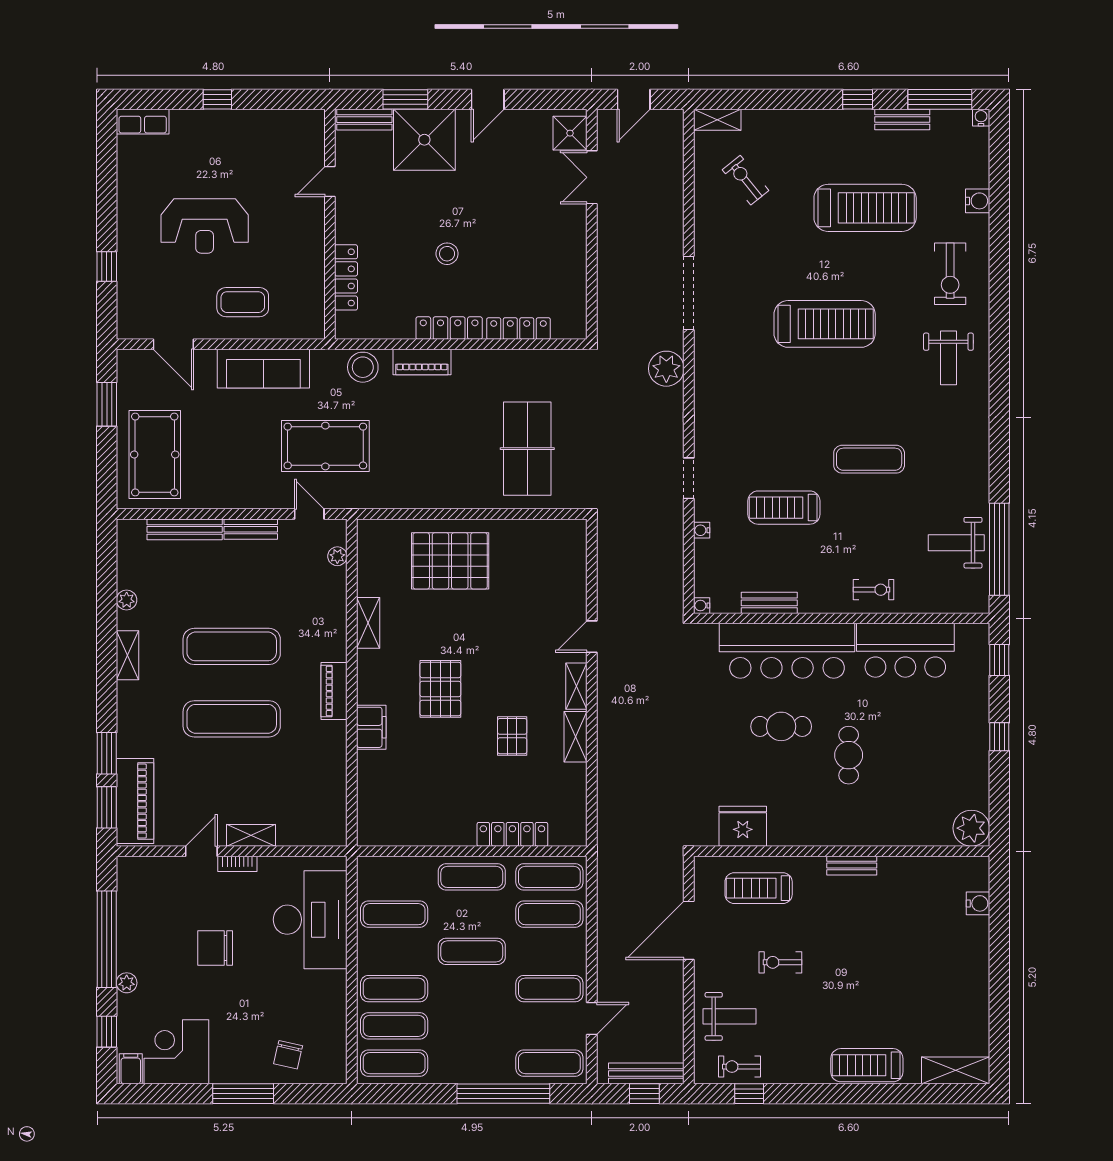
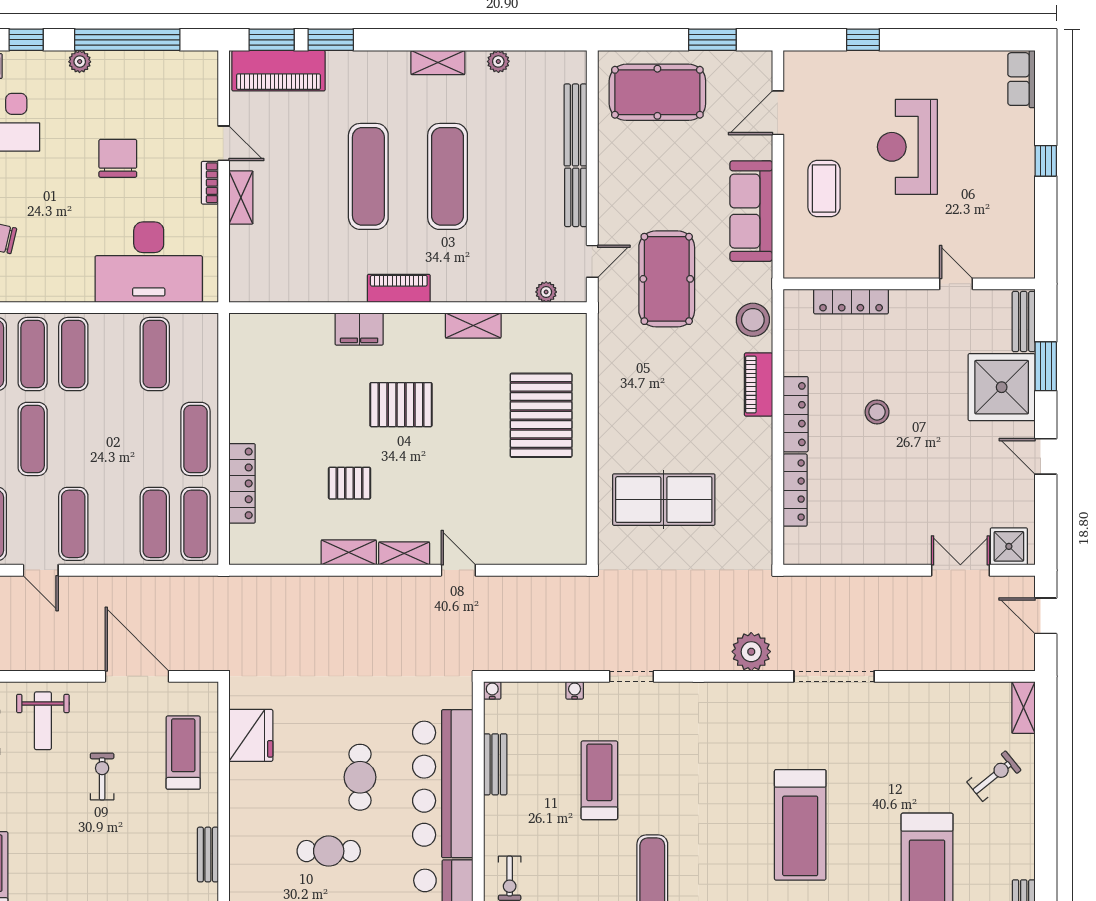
window: (858, 99) -> (1046, 861), removed
exercise bike: (746, 180) -> (994, 776), moved
exercise mat: (472, 951) -> (33, 439), moved

